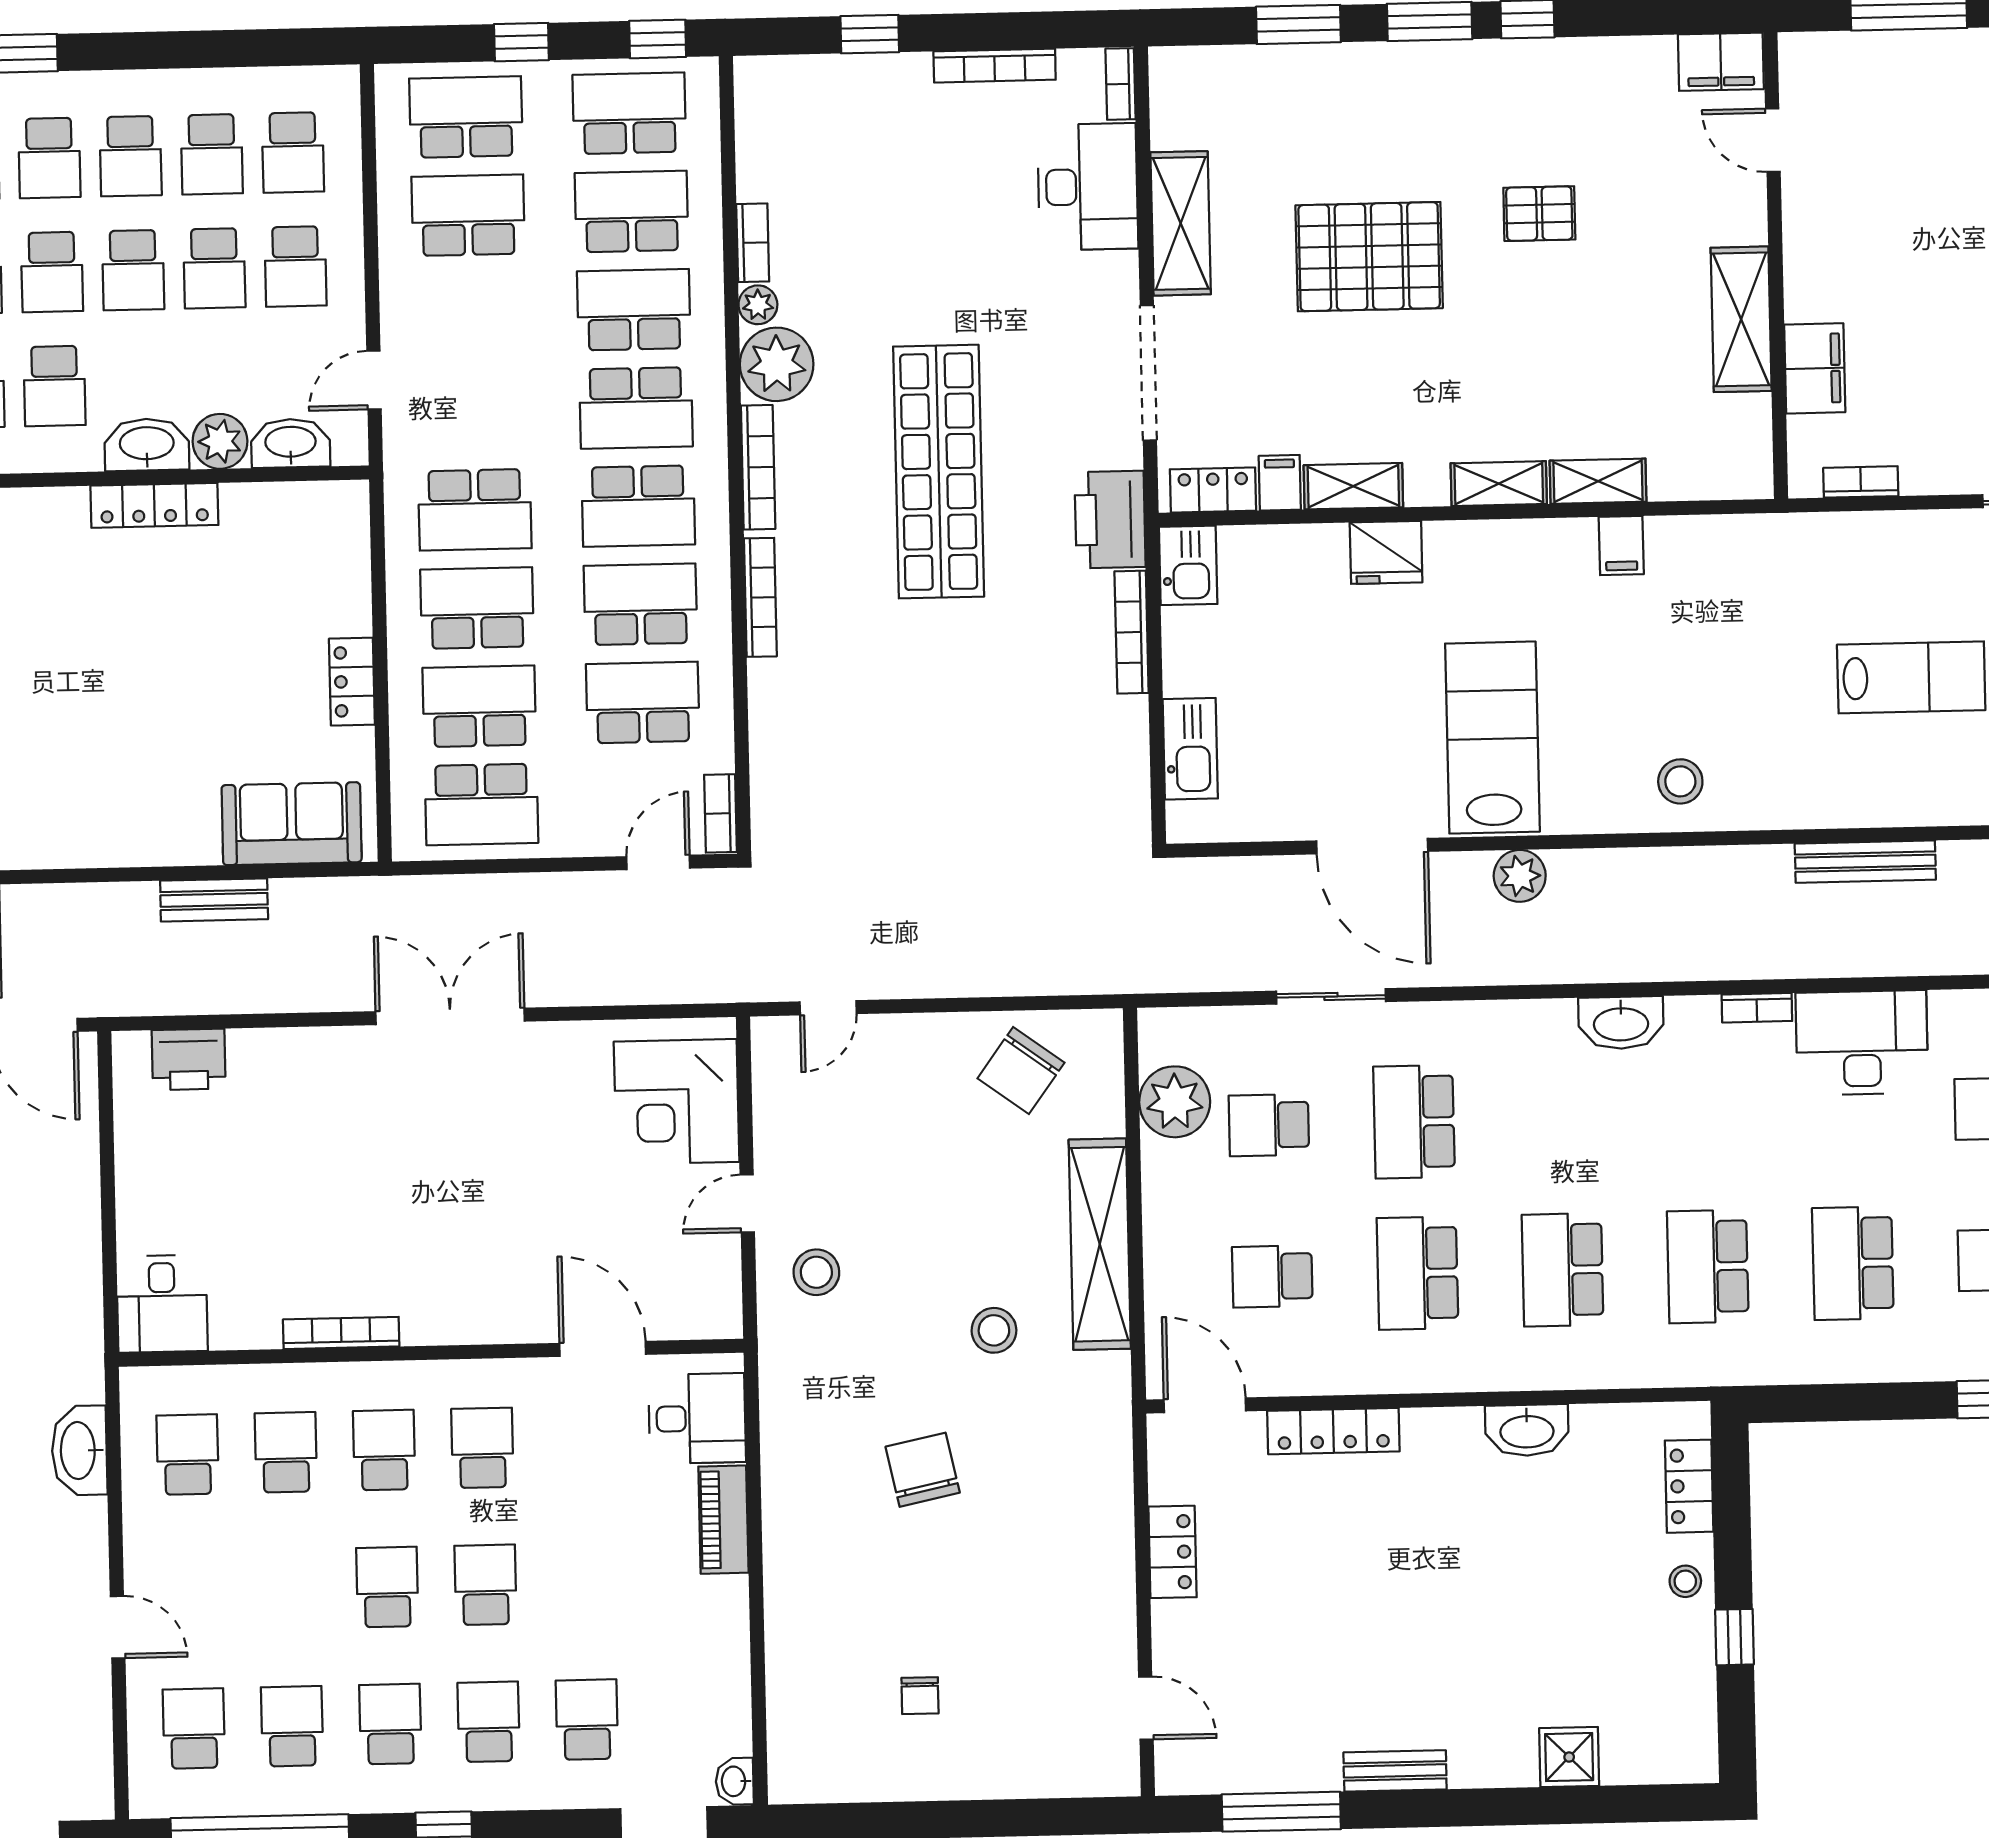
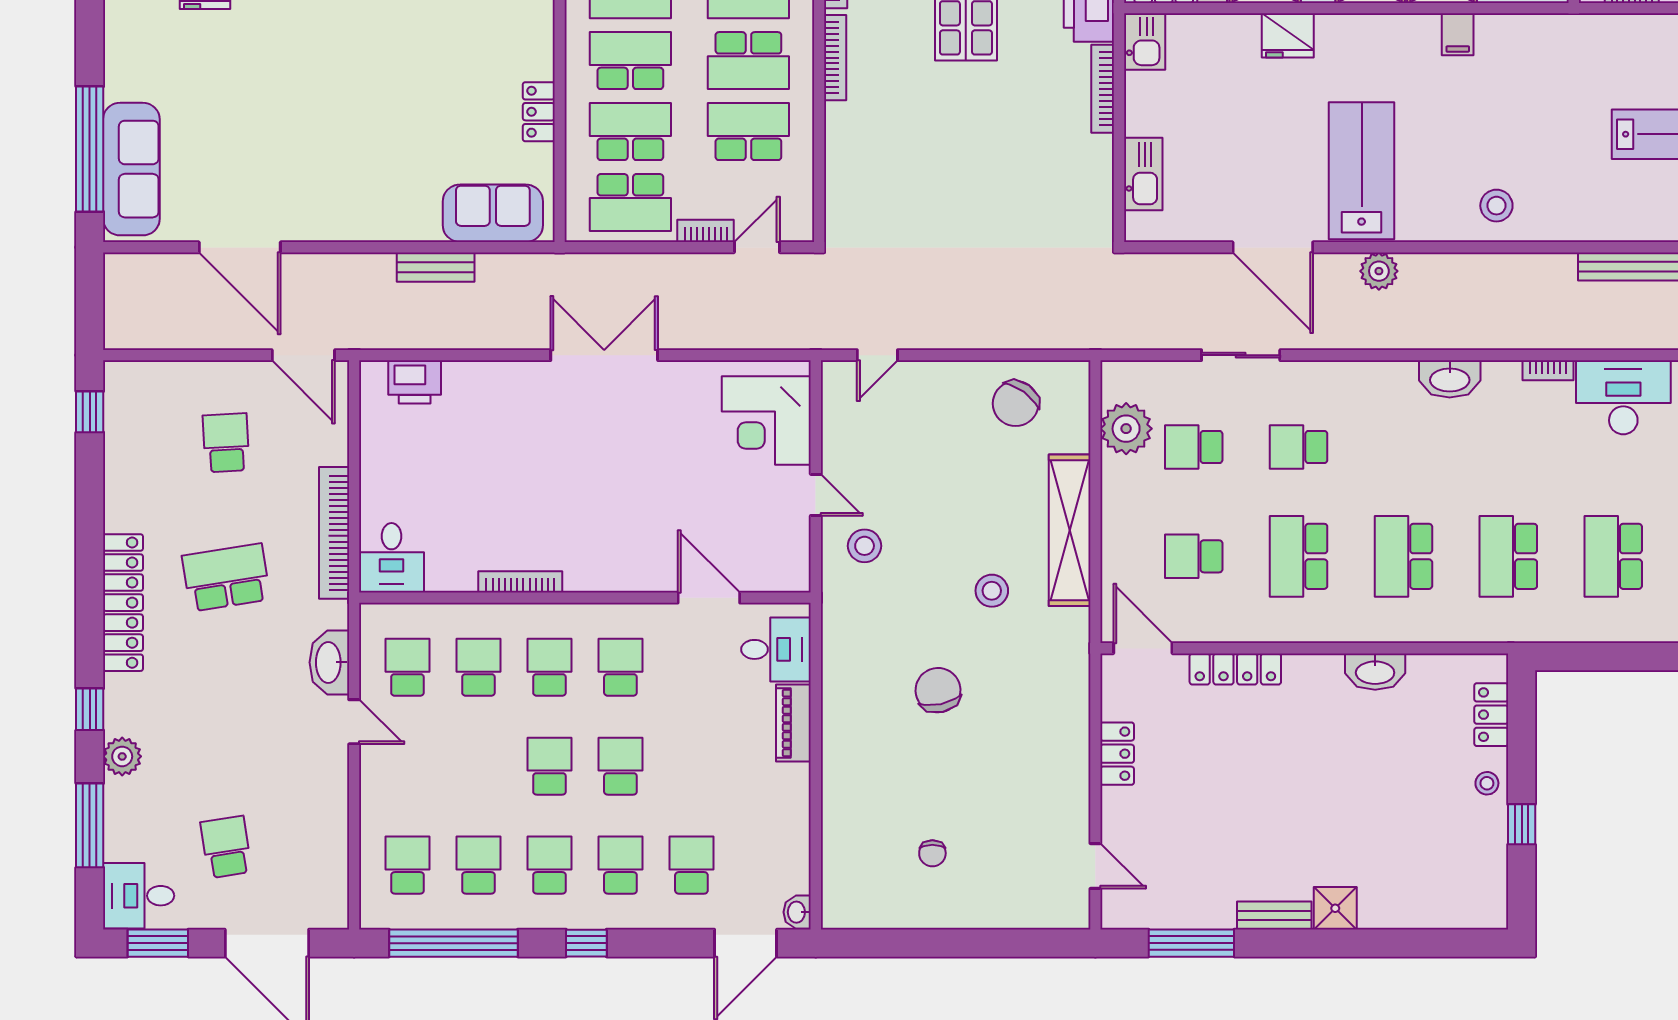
school desk: (640, 604) -> (748, 61), turned 180
bookcase: (720, 813) -> (706, 231), moved, turned 90
school desk: (1414, 1122) -> (1299, 447), width x0.54
door: (747, 1203) -> (816, 495), swing flipped
bookcase: (82, 1271) -> (334, 533), added
door: (118, 1627) -> (354, 722), moved
shower: (1569, 1757) -> (1335, 908), moved

